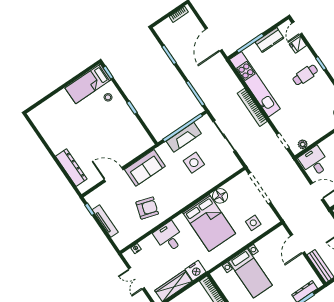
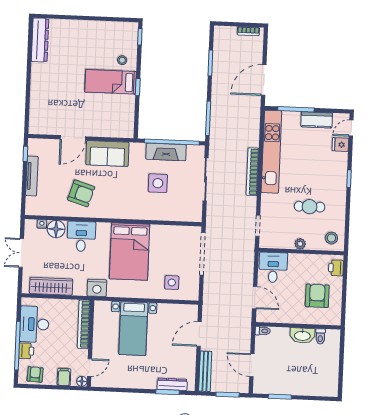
cafe table: (305, 75) -> (310, 207), moved
bed: (88, 84) -> (111, 82), moved
plant: (303, 144) -> (300, 244), moved
dresser: (71, 168) -> (40, 40), moved
door: (114, 175) -> (73, 138), swing flipped
floor lamp: (220, 196) -> (56, 229), moved
nightstand: (196, 271) -> (97, 288), moved

